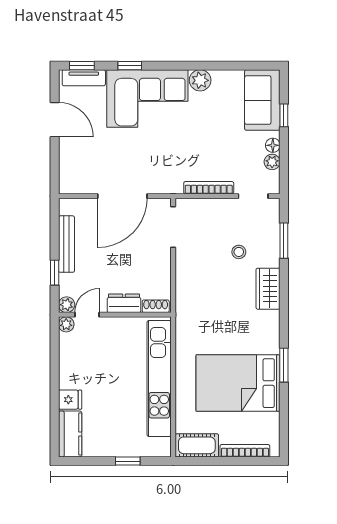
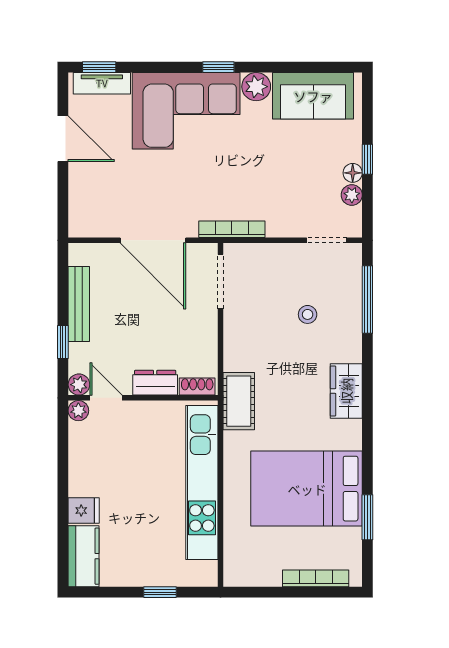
window: (130, 66) -> (218, 67), moved
sofa: (262, 100) -> (313, 96), moved, turned -90
window: (284, 115) -> (367, 159), moved
bookcase: (209, 188) -> (232, 229), moved
door: (122, 196) -> (153, 240), hinge flipped
window: (284, 241) -> (367, 300), width x1.44
wardrobe: (268, 289) -> (346, 391), moved
door: (87, 315) -> (106, 398), hinge flipped
window: (284, 365) -> (367, 517), moved
cot: (197, 445) -> (239, 401), moved, turned 90

